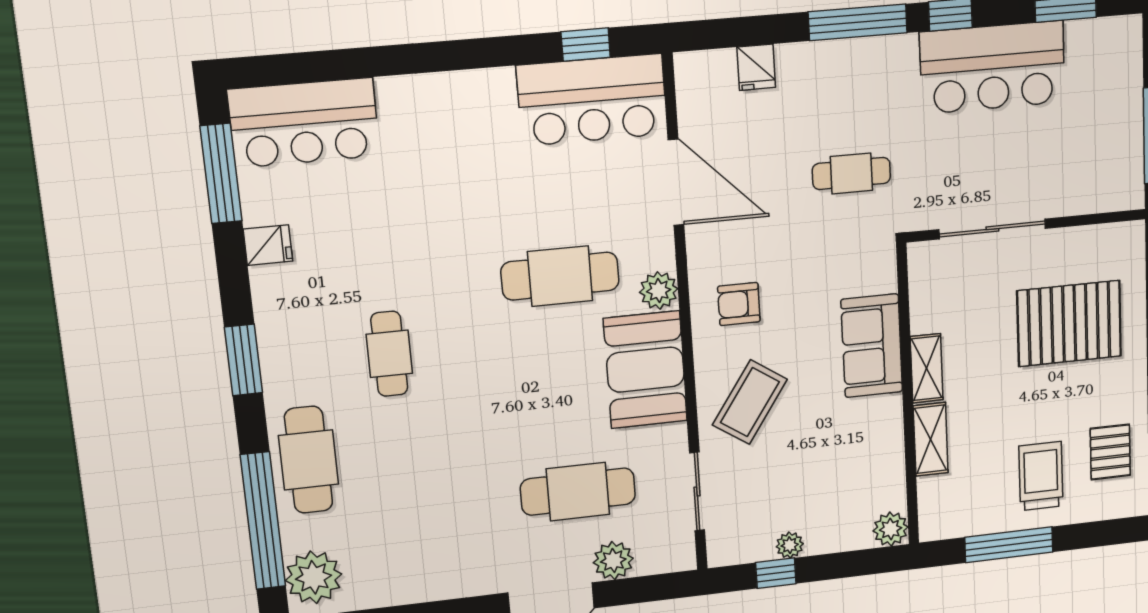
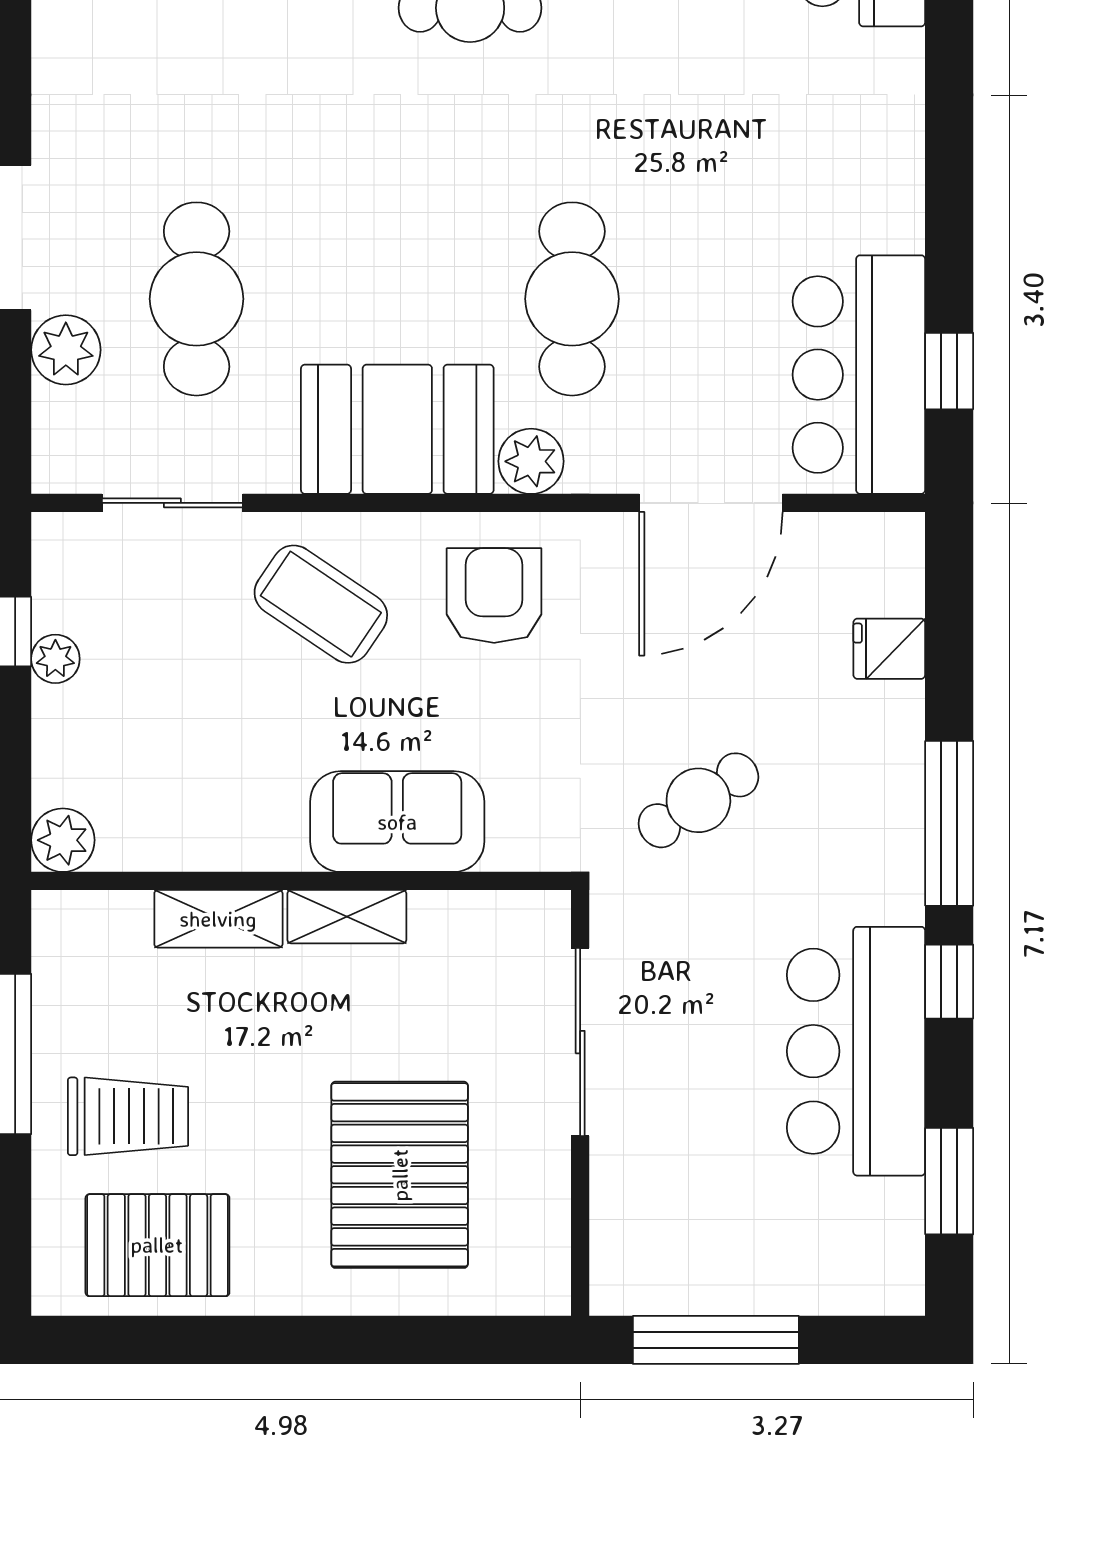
cafe table: (851, 173) -> (698, 800), turned 57
armchair: (739, 304) -> (494, 596), width x1.38, depth x1.38
pallet: (1110, 452) -> (157, 1245), width x1.50, depth x1.42

